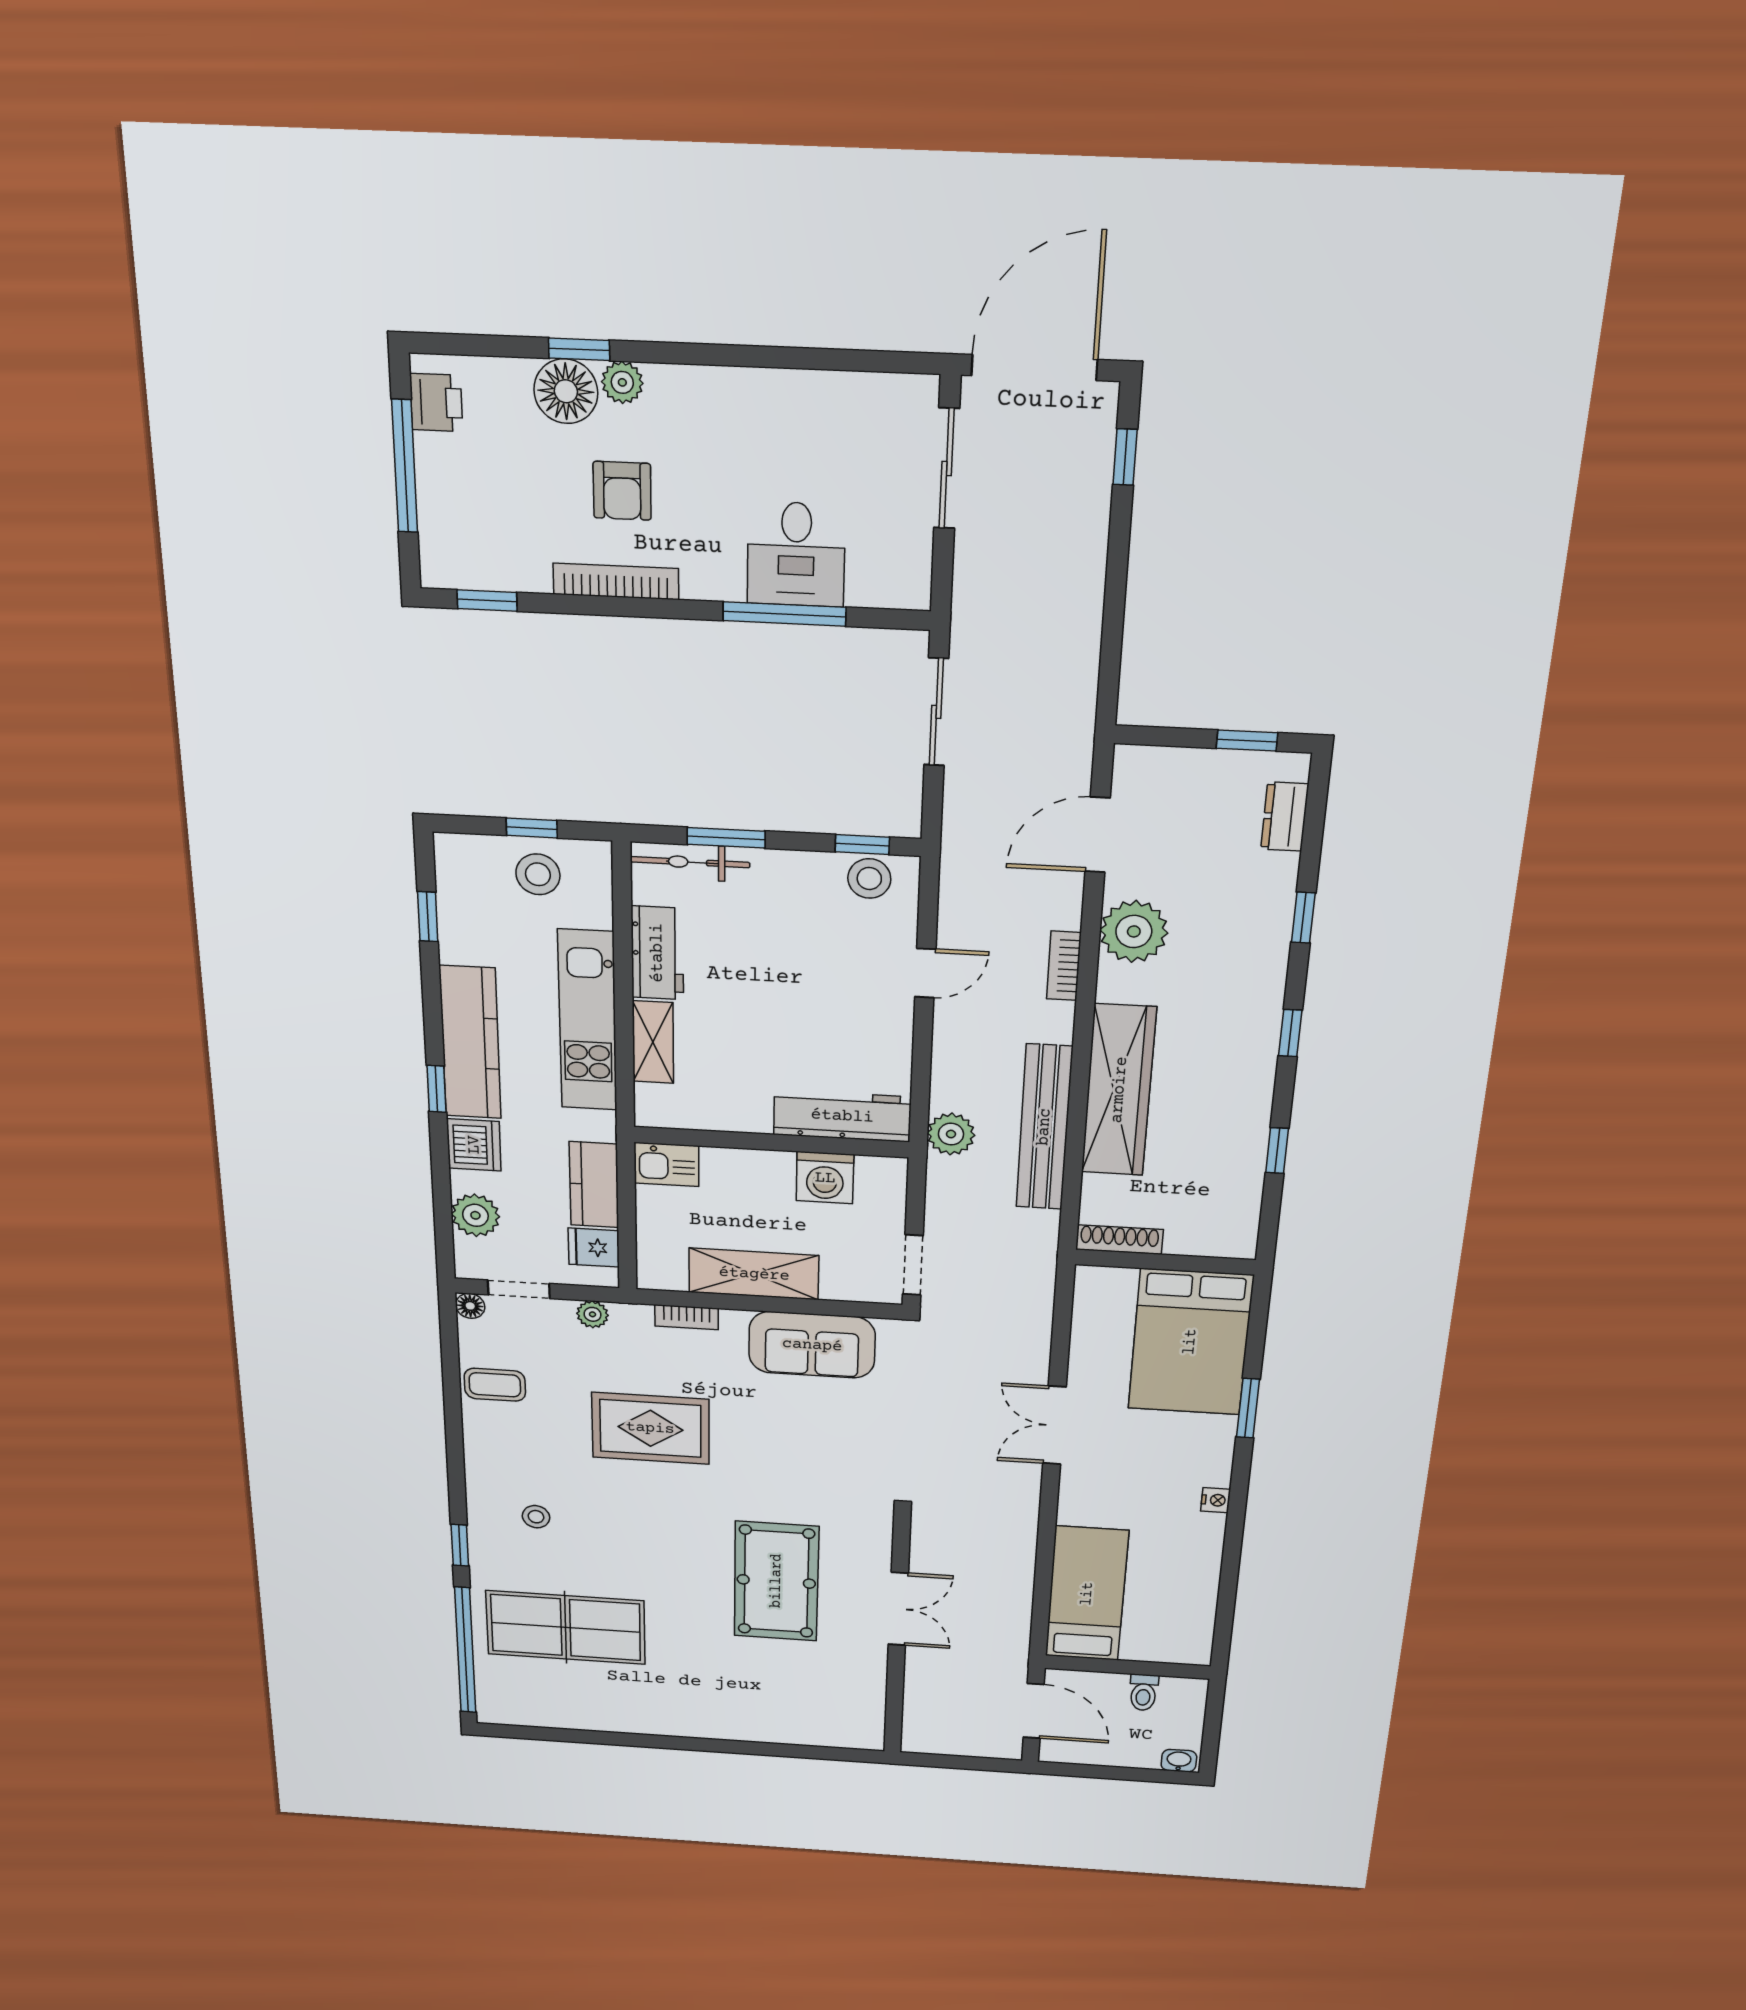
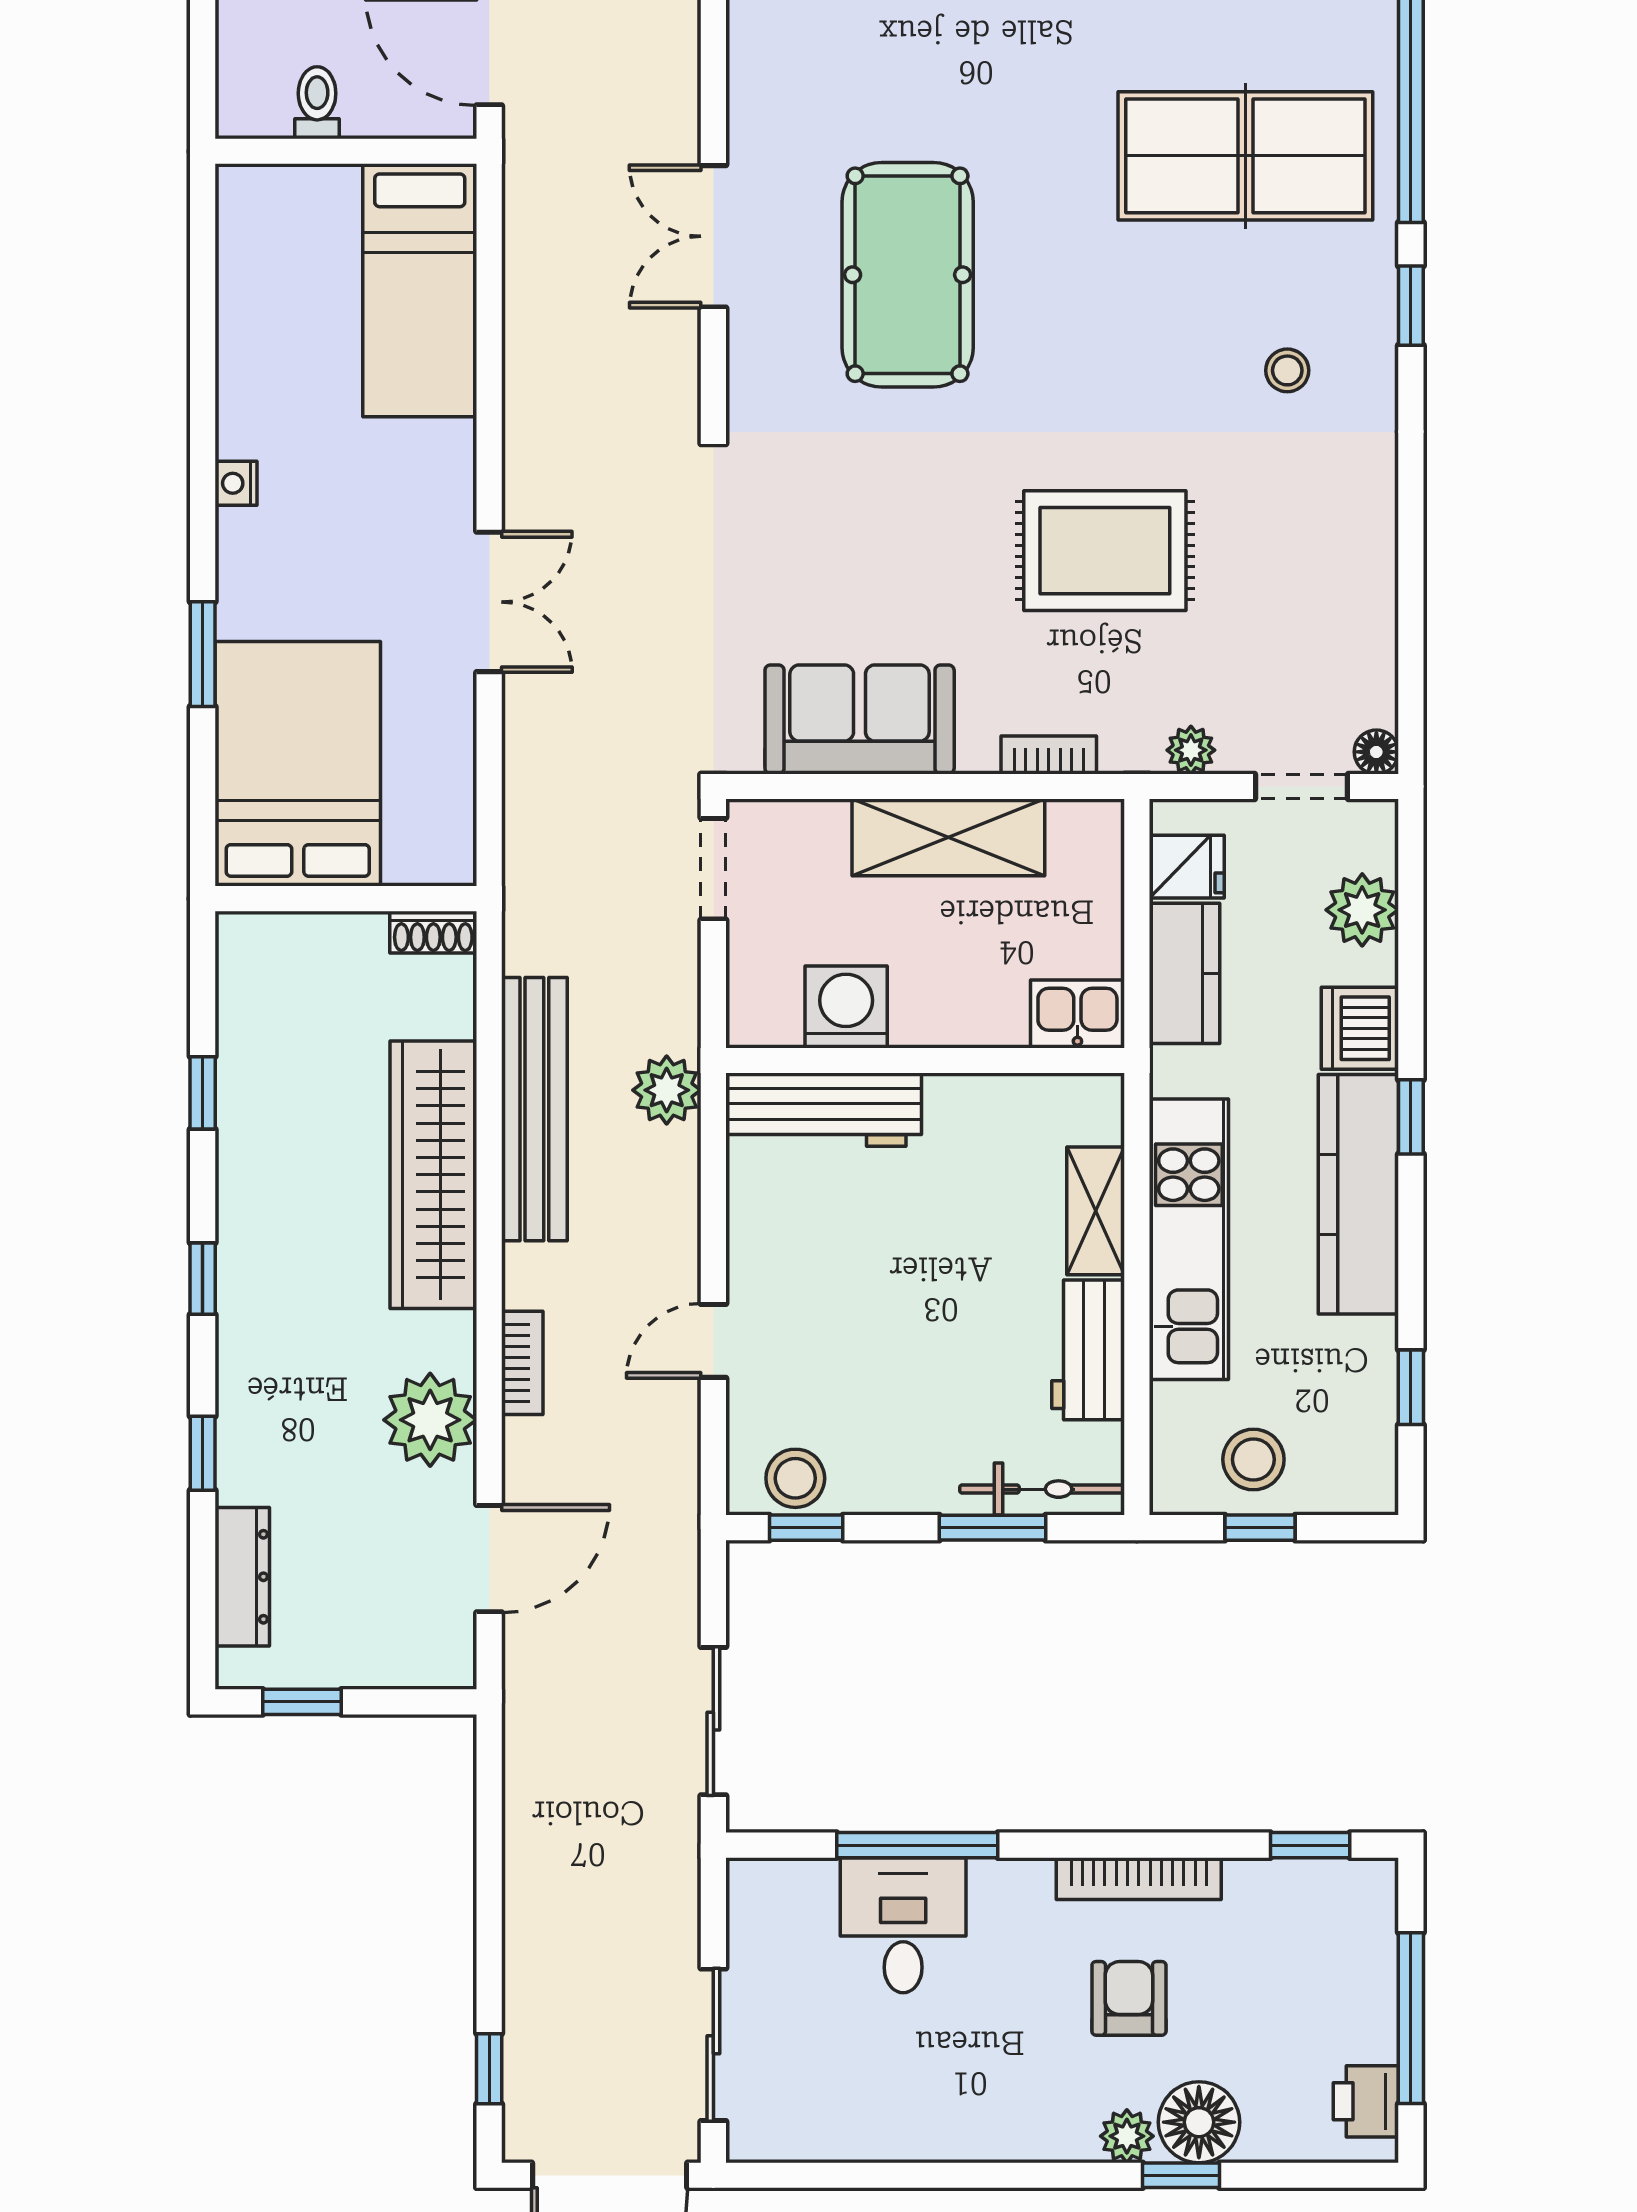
dresser: (1285, 817) -> (242, 1577), width x1.44
shoe rack: (1119, 1240) -> (433, 932), width x0.70
coffee table: (495, 1385) -> (1344, 613), removed

